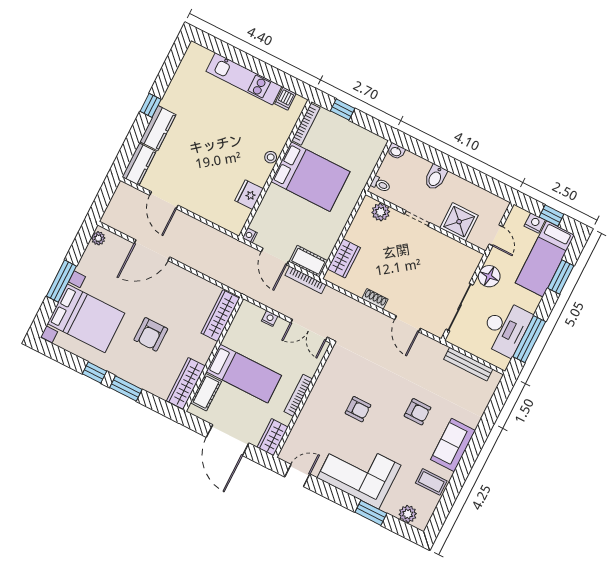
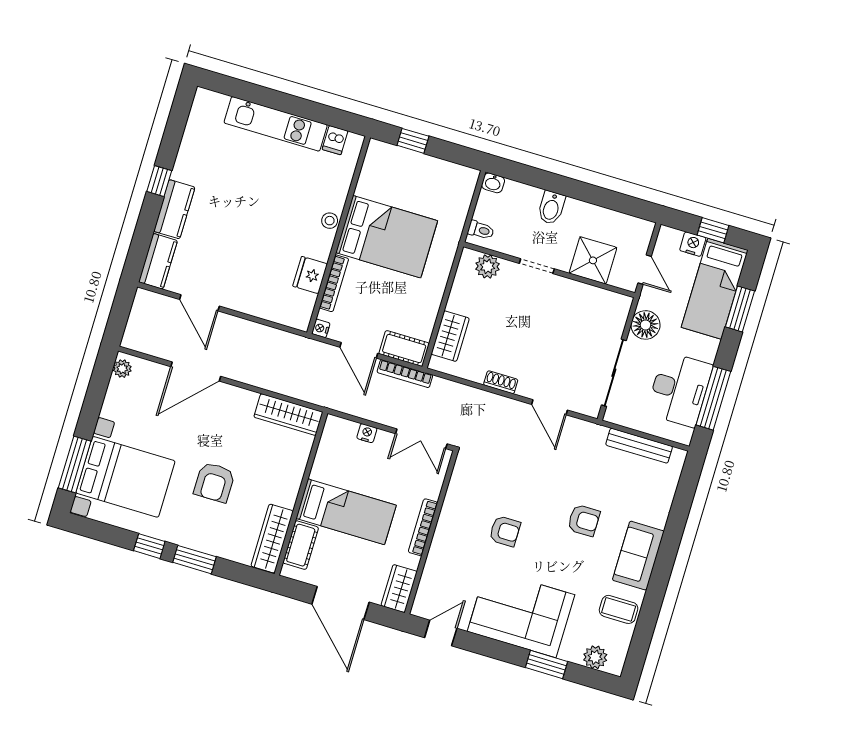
bookcase: (306, 124) -> (334, 283), moved
window: (61, 281) -> (75, 464), moved
wardrobe: (220, 316) -> (288, 415), moved, turned -90

